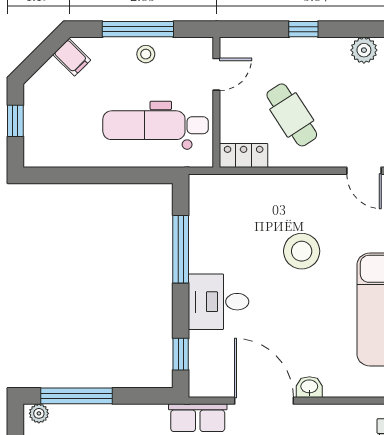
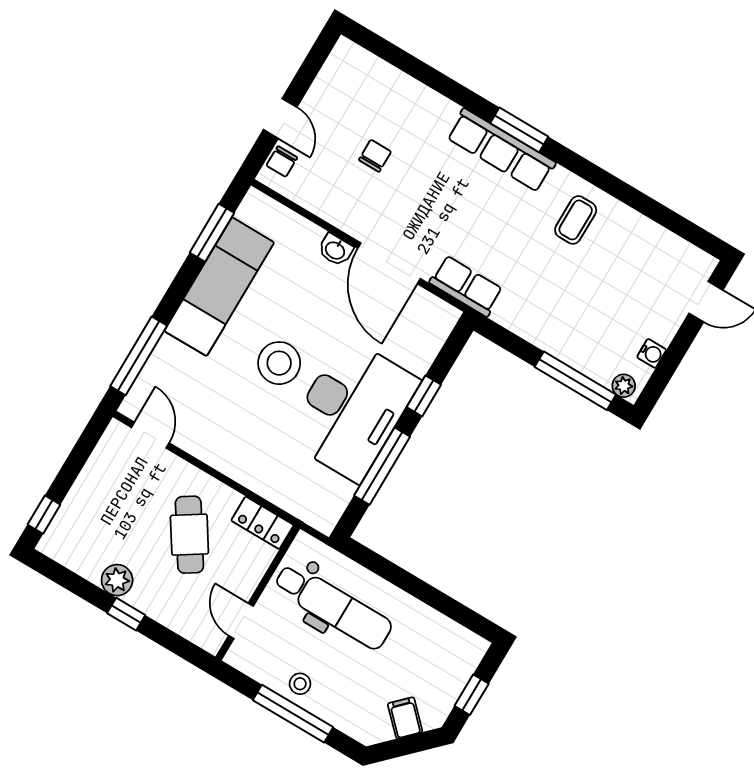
plant: (364, 50) -> (117, 580), moved
filing cabinet: (72, 57) -> (405, 718), moved
door: (216, 74) -> (241, 621), hinge flipped
stool: (302, 251) -> (279, 363), moved
desk: (219, 302) -> (352, 410), width x1.87, depth x1.30
window: (181, 354) -> (424, 396), moved

